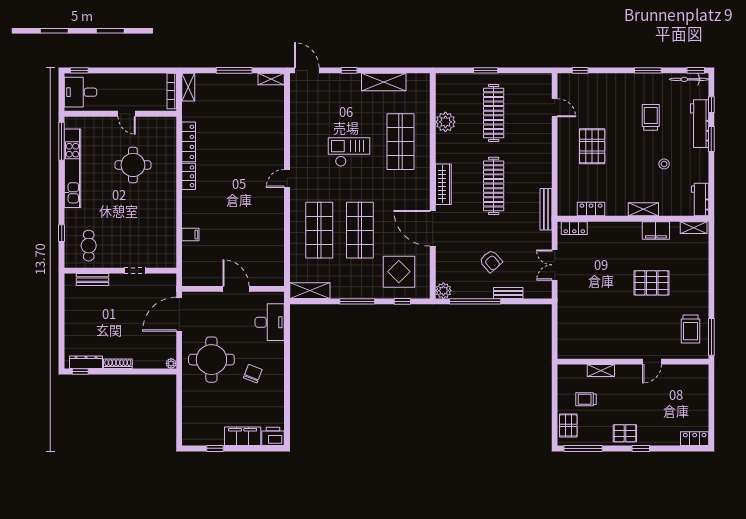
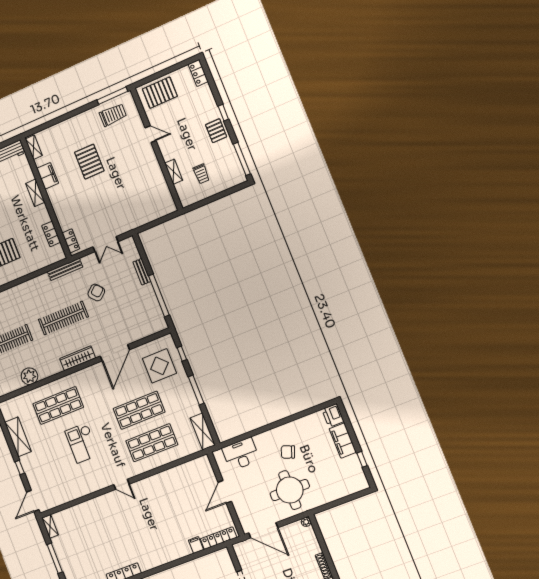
locker: (189, 176) -> (219, 538), moved, width x1.53
armchair: (491, 261) -> (96, 293), moved
plant: (443, 291) -> (160, 324), removed
pallet: (568, 425) -> (160, 93), moved, width x1.50, depth x1.42

